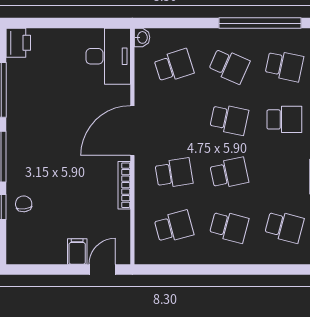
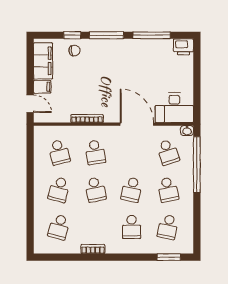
window: (260, 23) -> (197, 165), moved
school desk: (229, 66) -> (168, 190), turned -36
door: (132, 131) -> (137, 124), moved
filing cabinet: (39, 250) -> (43, 61), added

